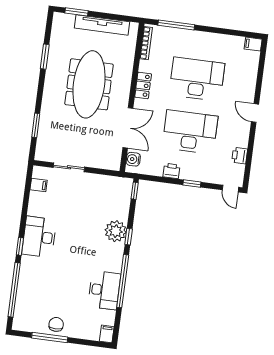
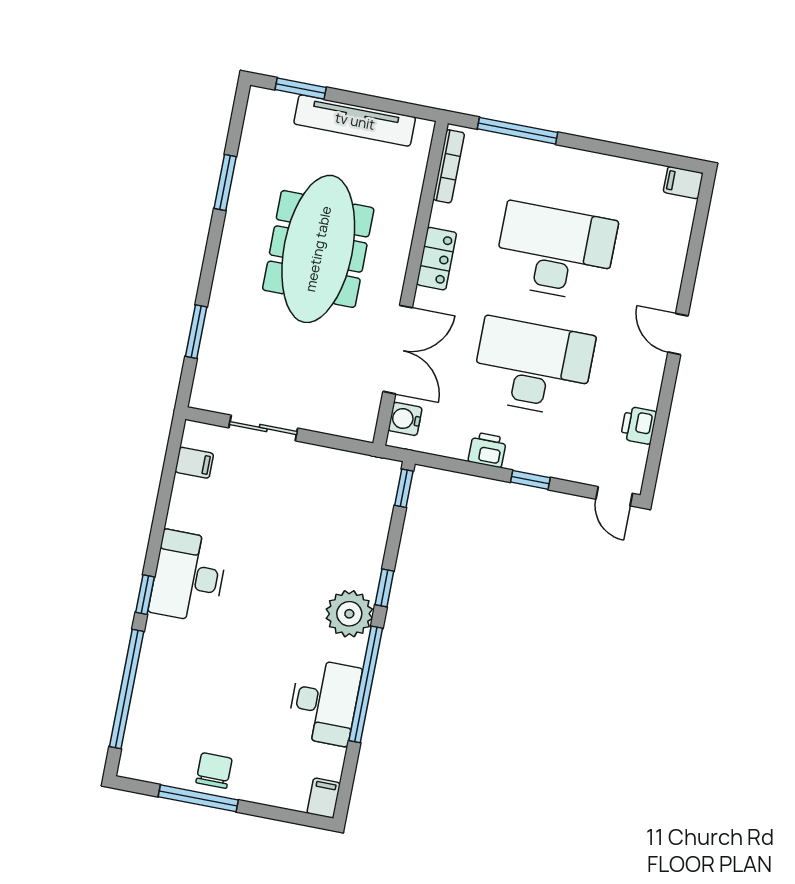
plant: (116, 231) -> (349, 614), moved

